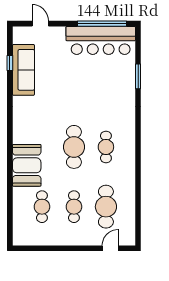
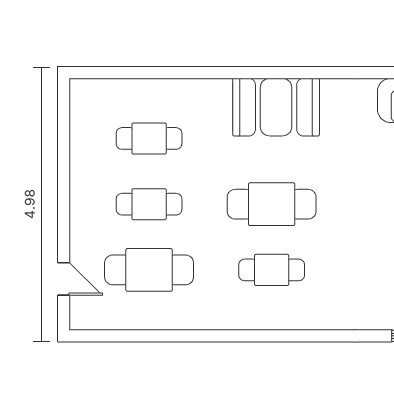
booth: (27, 165) -> (276, 107), moved

